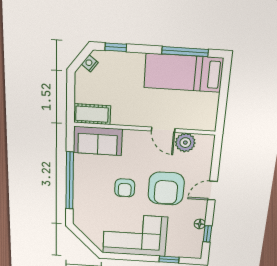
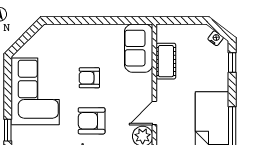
cot: (92, 114) -> (166, 61), moved
window: (70, 181) -> (94, 20), removed
armchair: (166, 188) -> (92, 121), width x0.73, depth x0.73

